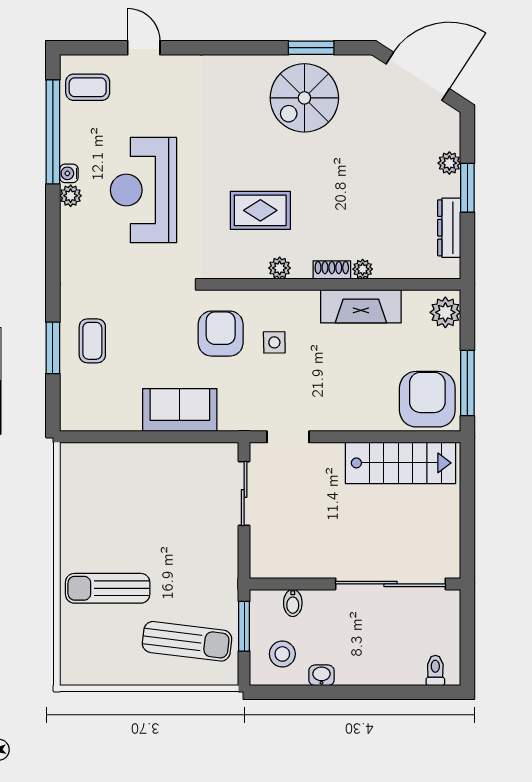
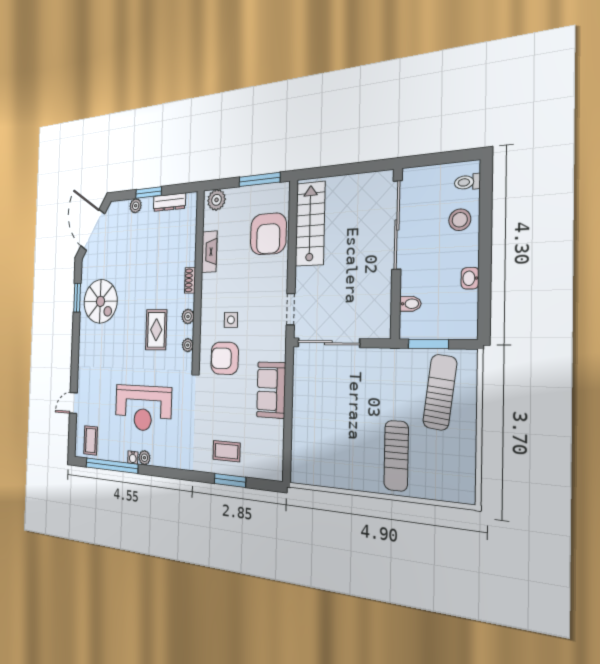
plant: (363, 269) -> (188, 345), moved
fireplace: (361, 306) -> (209, 252), width x0.73, depth x0.76
armchair: (427, 399) -> (268, 234), moved, turned -90
sliding door: (244, 493) -> (328, 343), width x1.37
stool: (282, 654) -> (460, 220), moved

